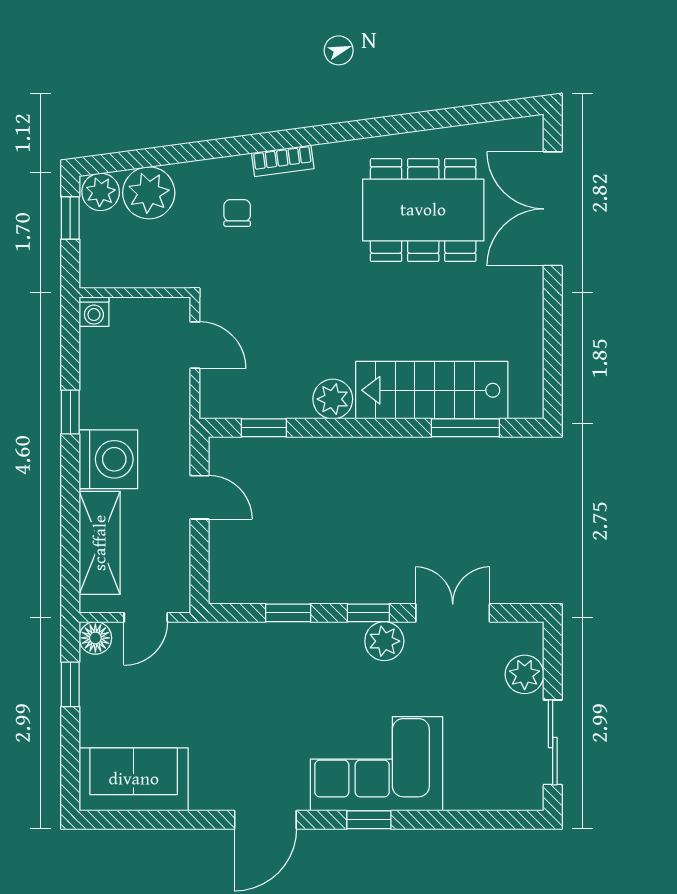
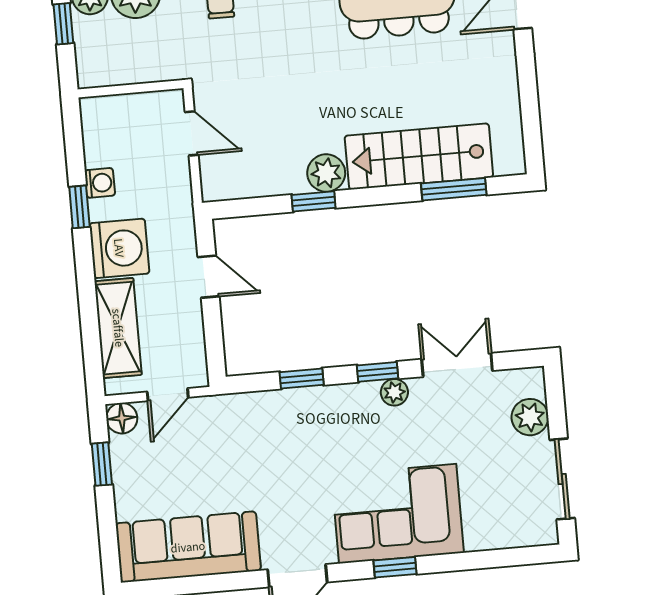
washing machine: (94, 312) -> (100, 183), moved, turned -90
window: (264, 428) -> (314, 201), moved
plant: (384, 641) -> (394, 392), width x0.73, depth x0.73
sofa: (134, 779) -> (188, 547), width x1.36

